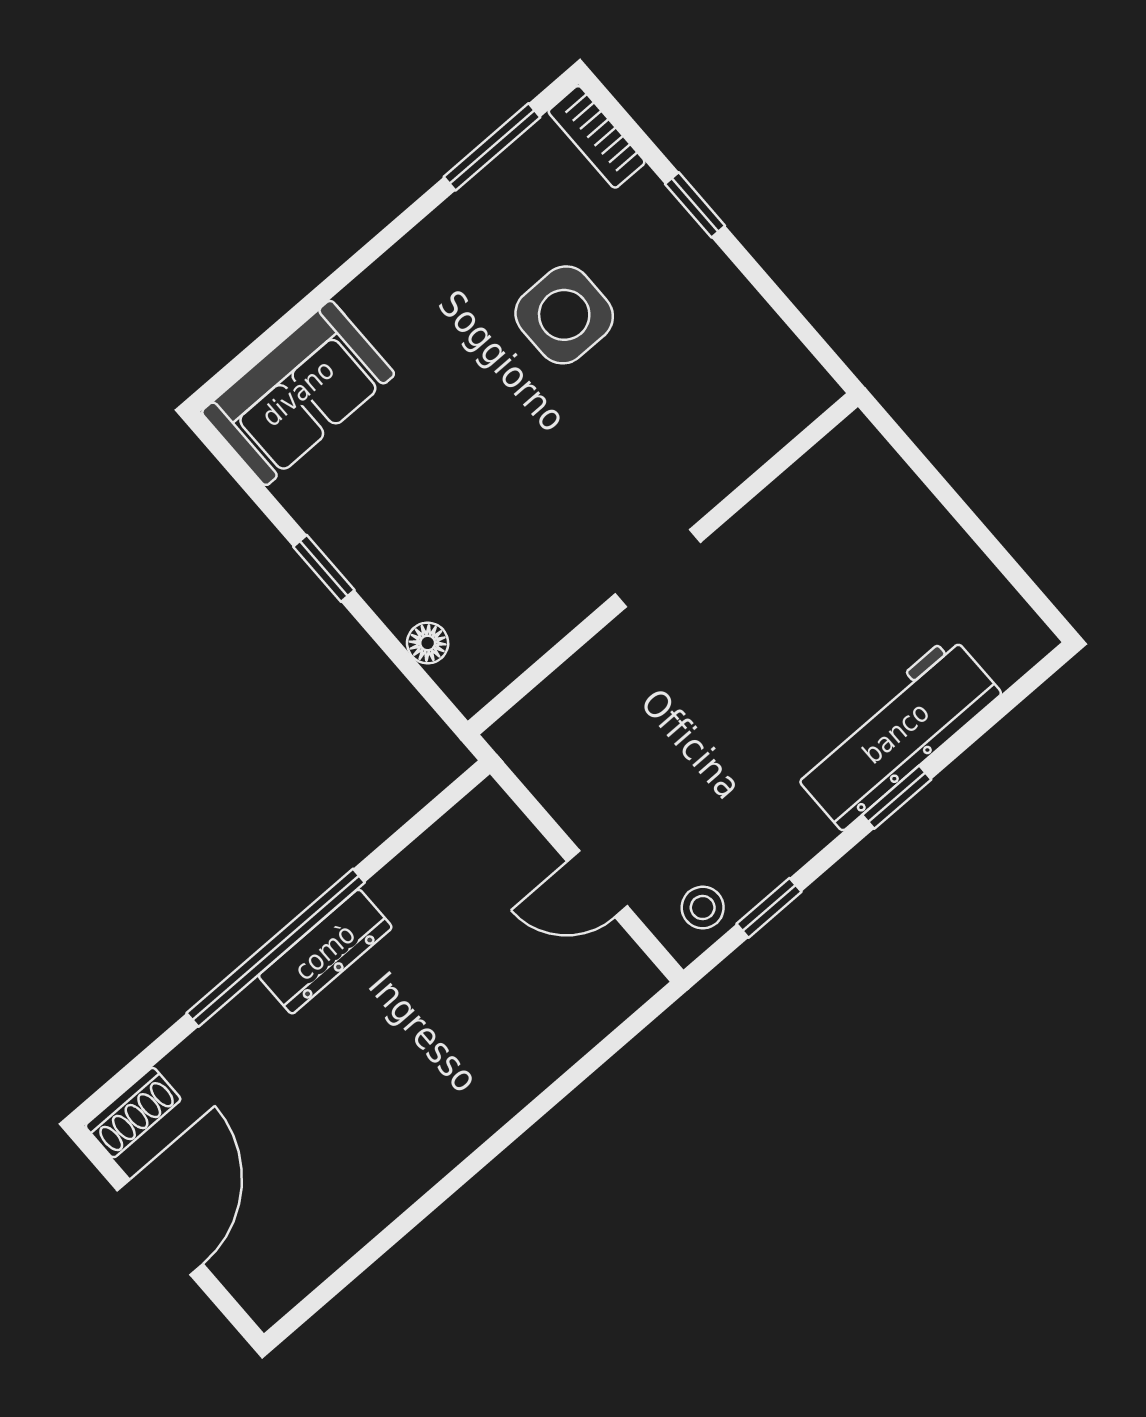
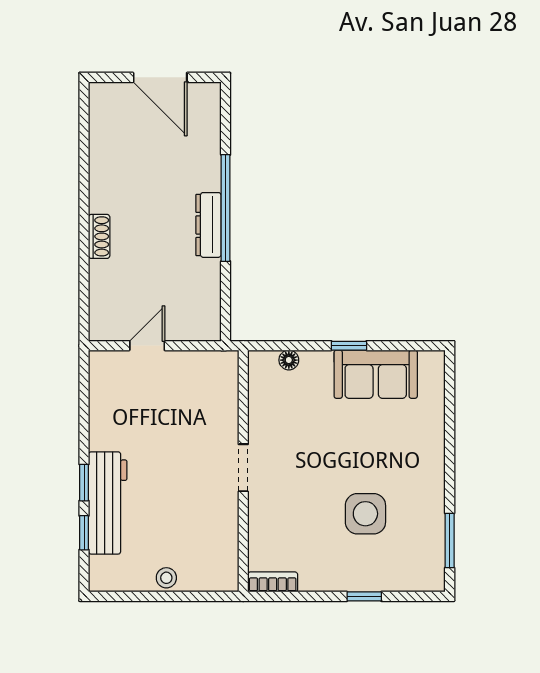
bookcase: (597, 137) -> (273, 582), moved
sofa: (298, 393) -> (376, 374), moved, turned -90
stool: (703, 908) -> (166, 578), moved
window: (769, 908) -> (84, 533), moved
shoe rack: (133, 1113) -> (99, 236), moved, turned 180

